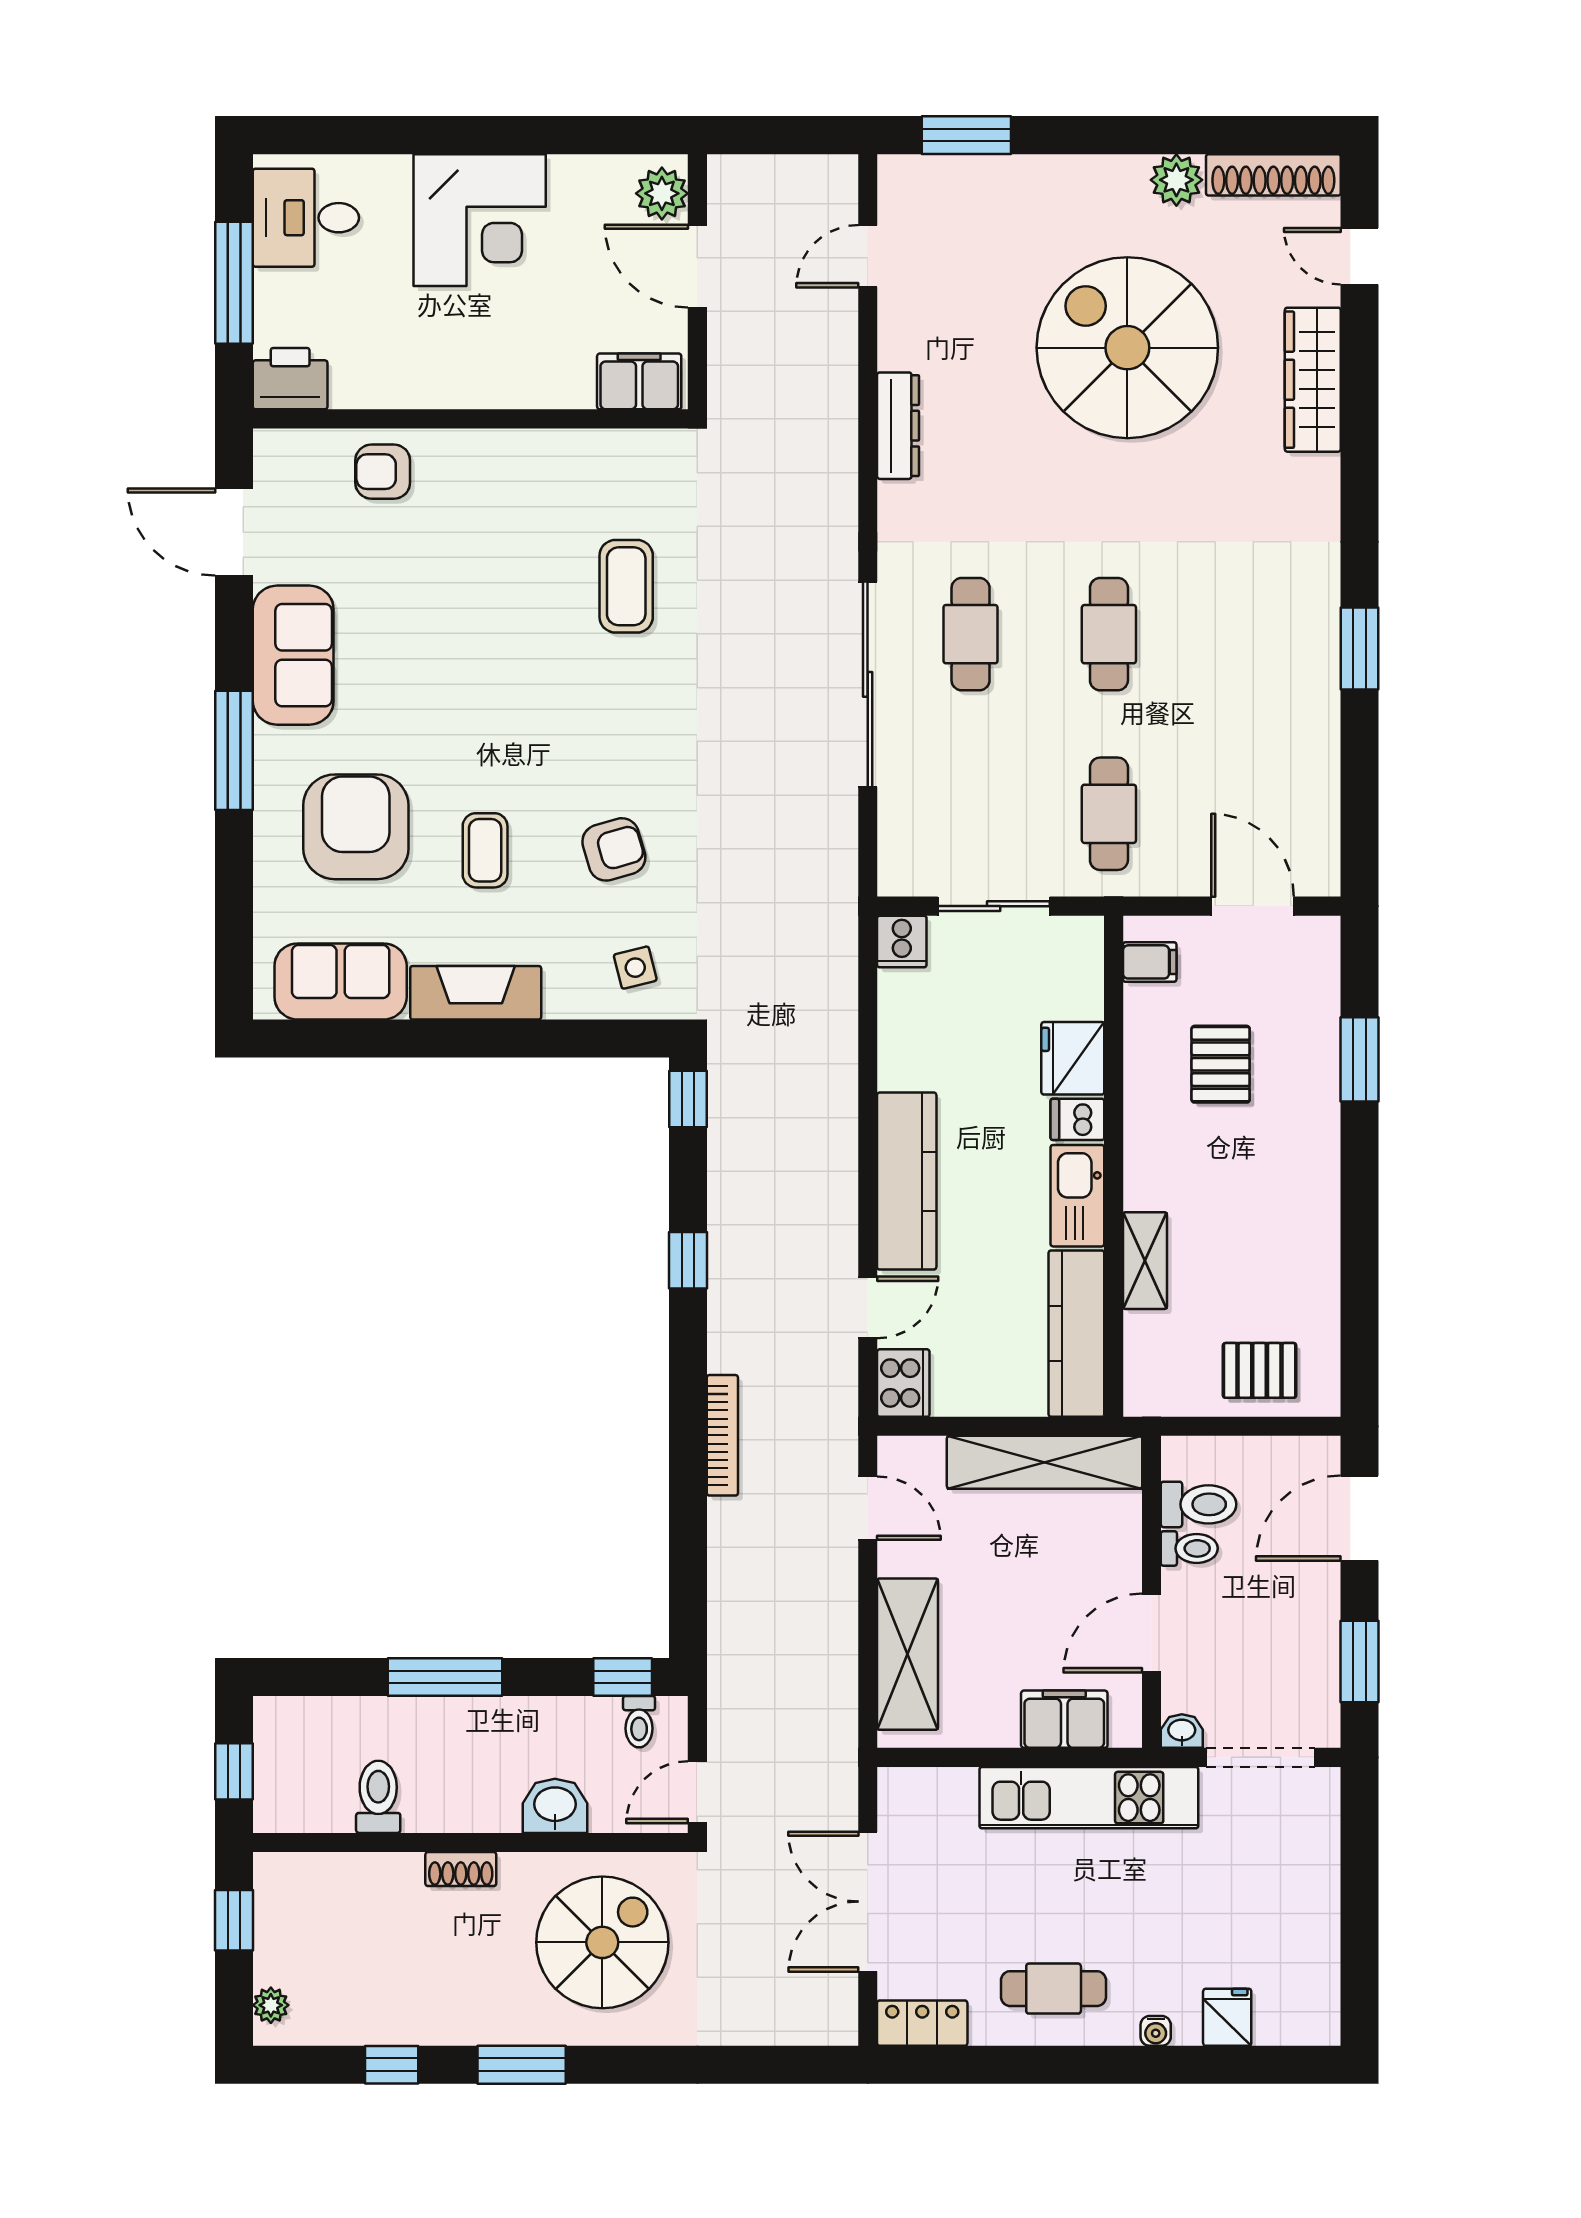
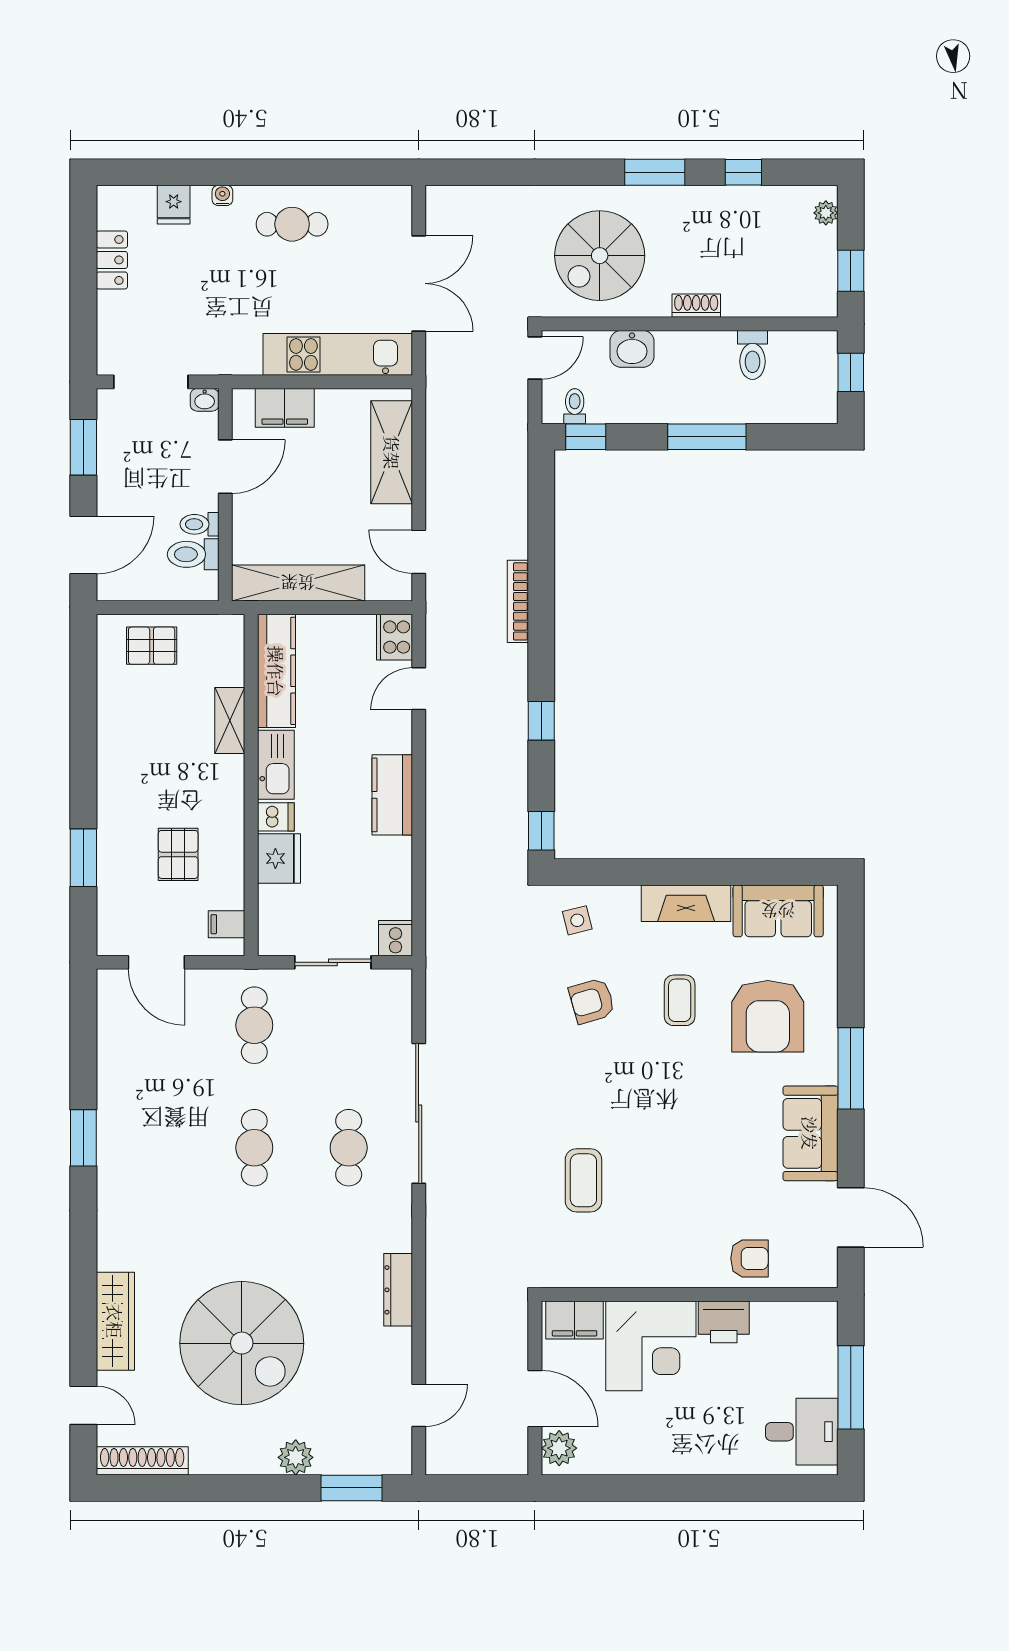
plant: (1176, 180) -> (296, 1457), moved
corner desk: (480, 220) -> (651, 1346), moved, turned 180
printer: (290, 379) -> (724, 1322), moved
kitchen counter: (907, 1181) -> (392, 795), width x0.67
kitchen unit: (1089, 1798) -> (338, 354), moved
locker: (922, 2023) -> (112, 260), moved, turned -90

